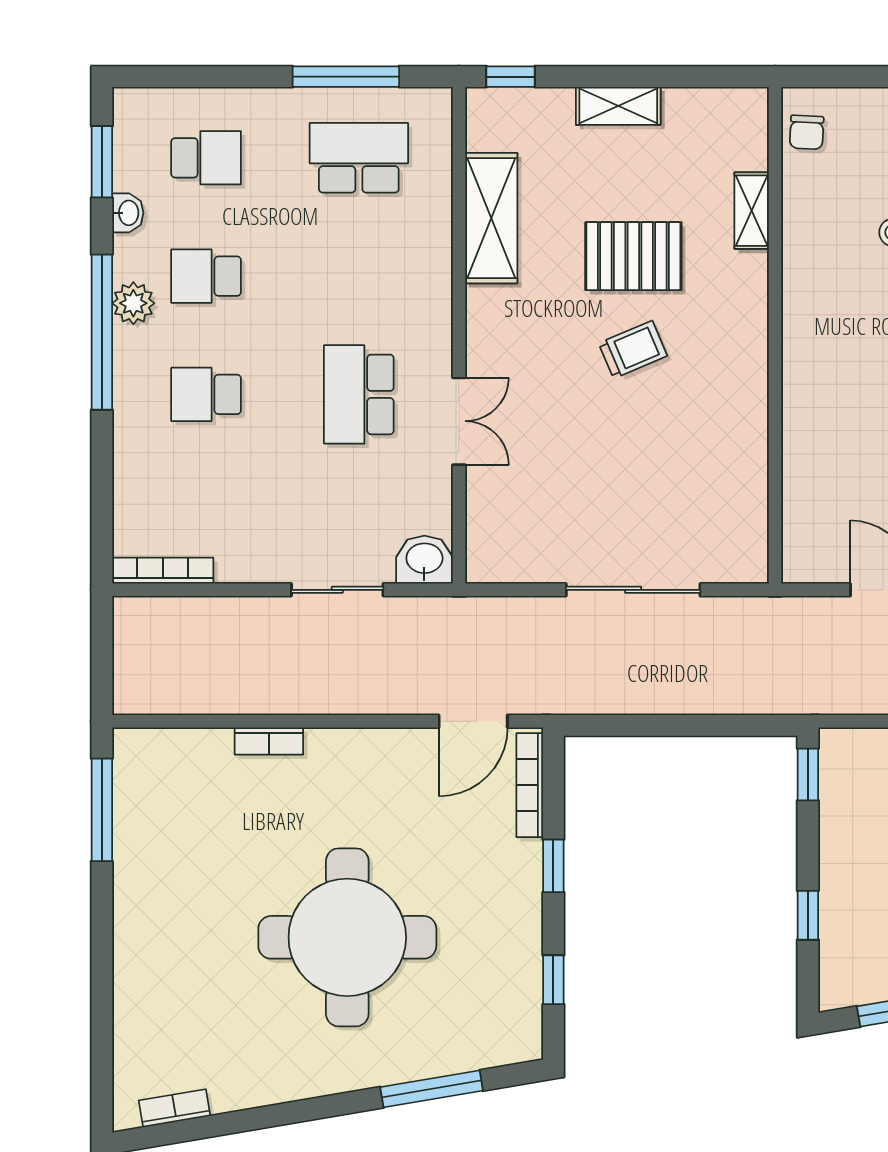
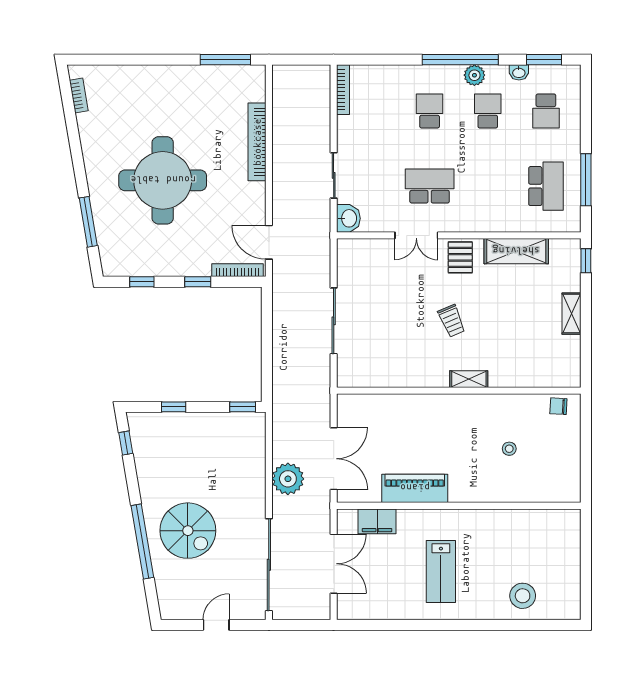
shelving: (752, 211) -> (469, 379), moved
pallet: (633, 256) -> (460, 257), moved, width x0.67, depth x0.71
bookcase: (269, 741) -> (257, 142), width x2.31, depth x1.31

